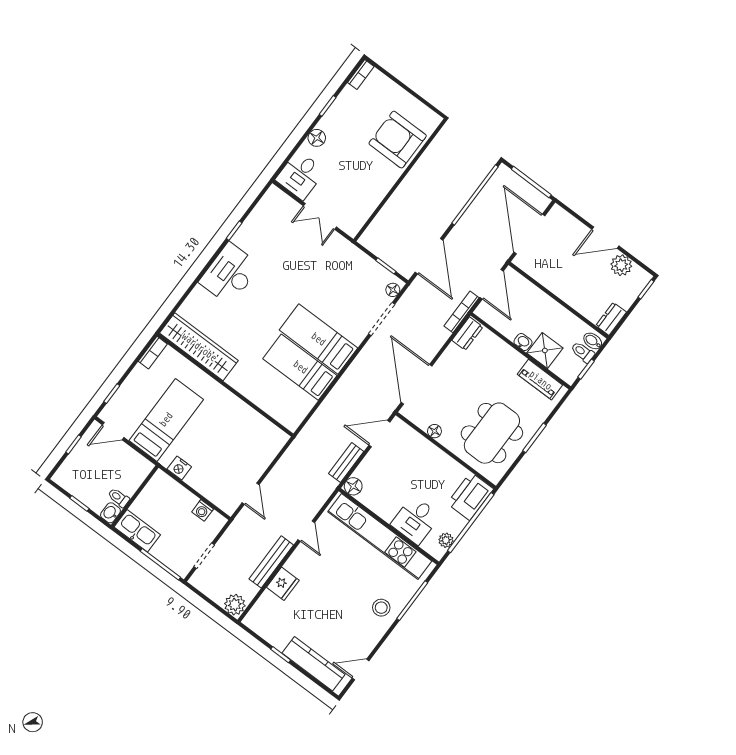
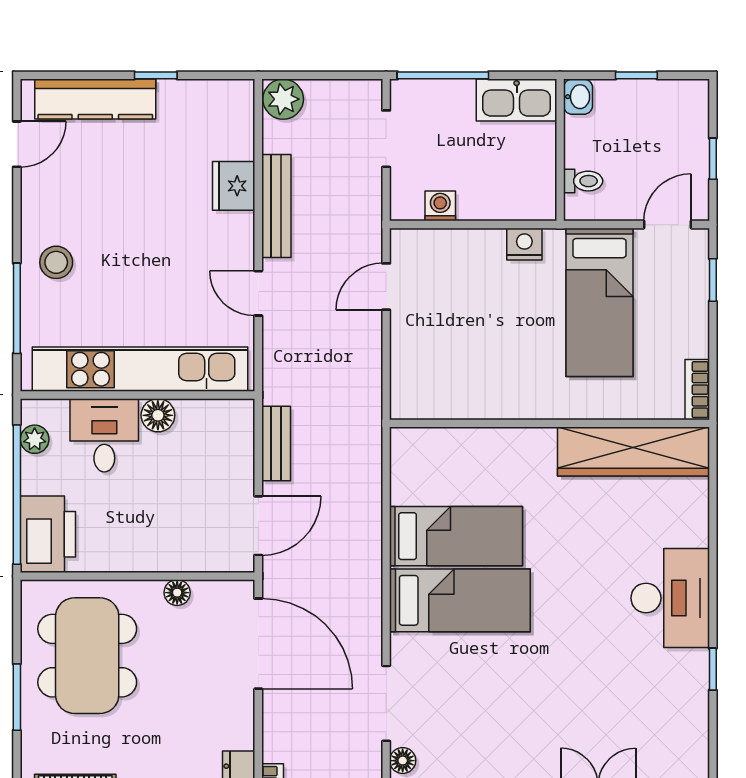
floor lamp: (353, 486) -> (158, 415), moved
door: (251, 494) -> (386, 287), hinge flipped
toilet: (119, 498) -> (583, 181), moved

